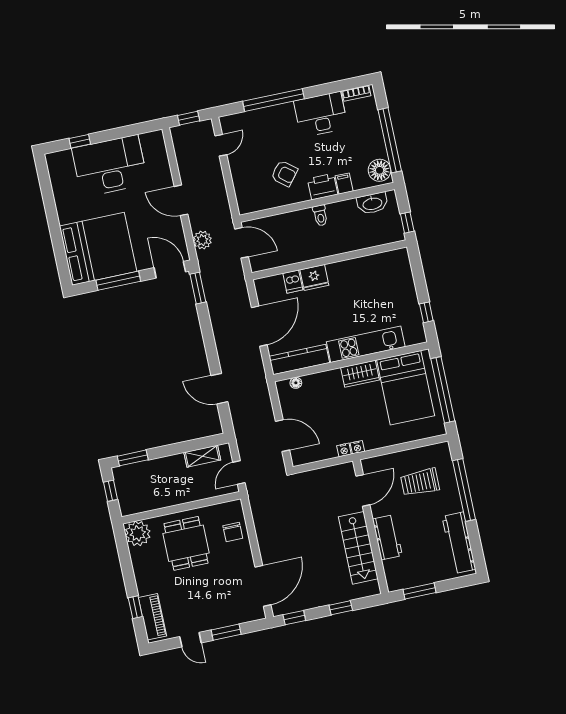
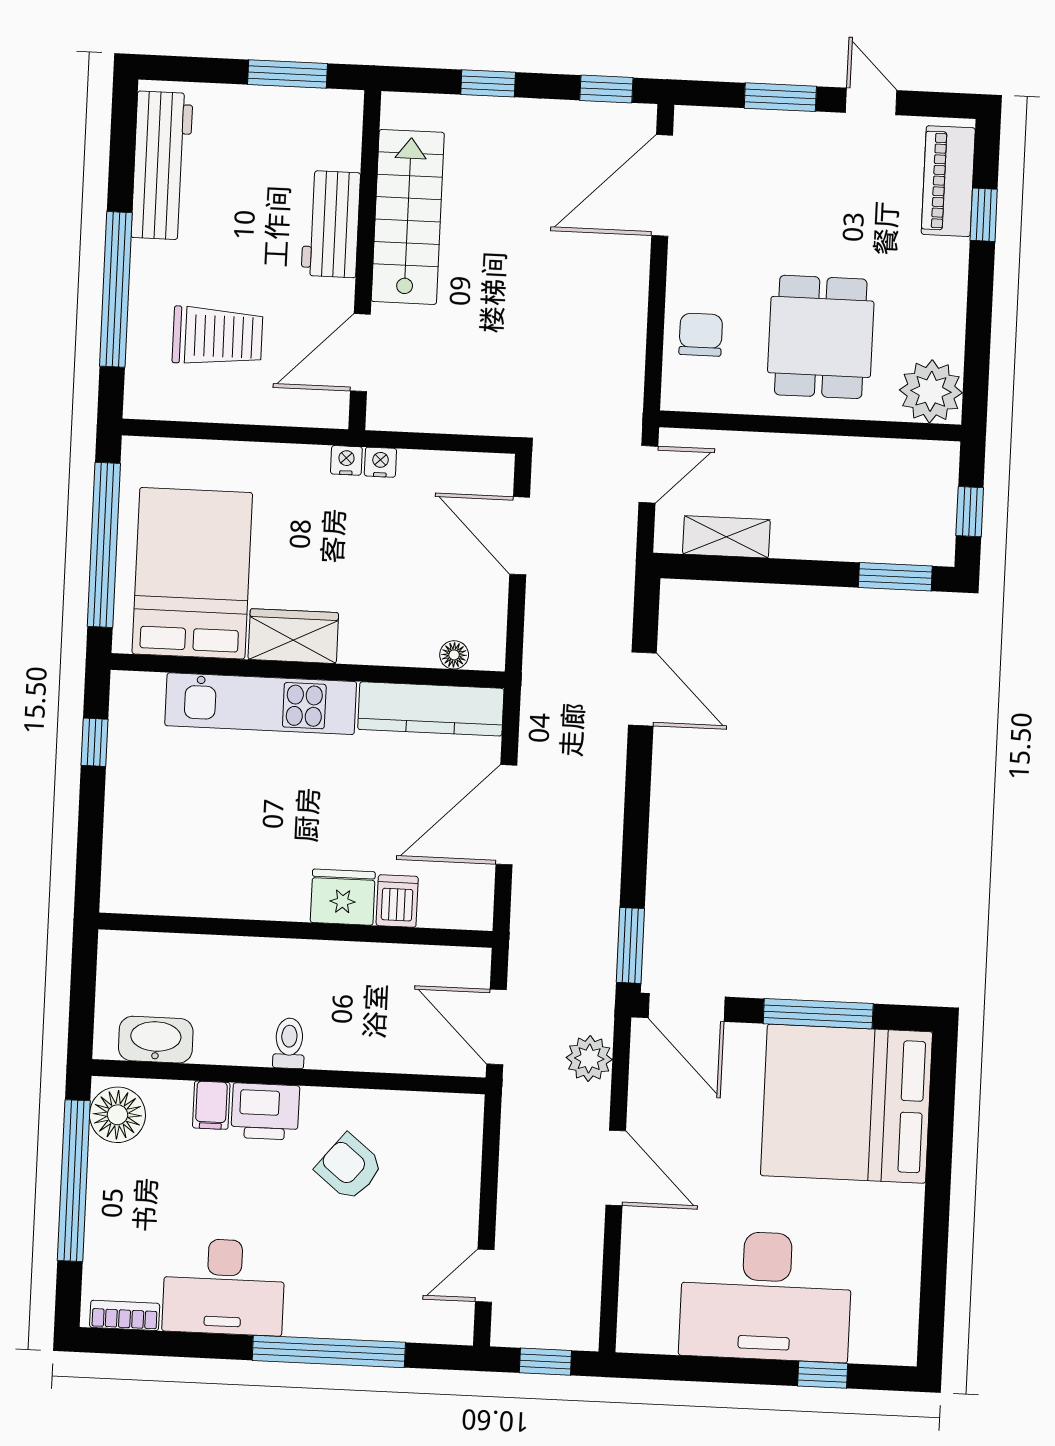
window: (407, 223) -> (84, 971), removed

